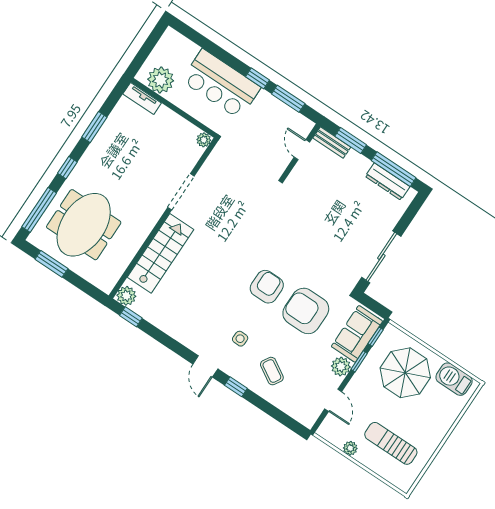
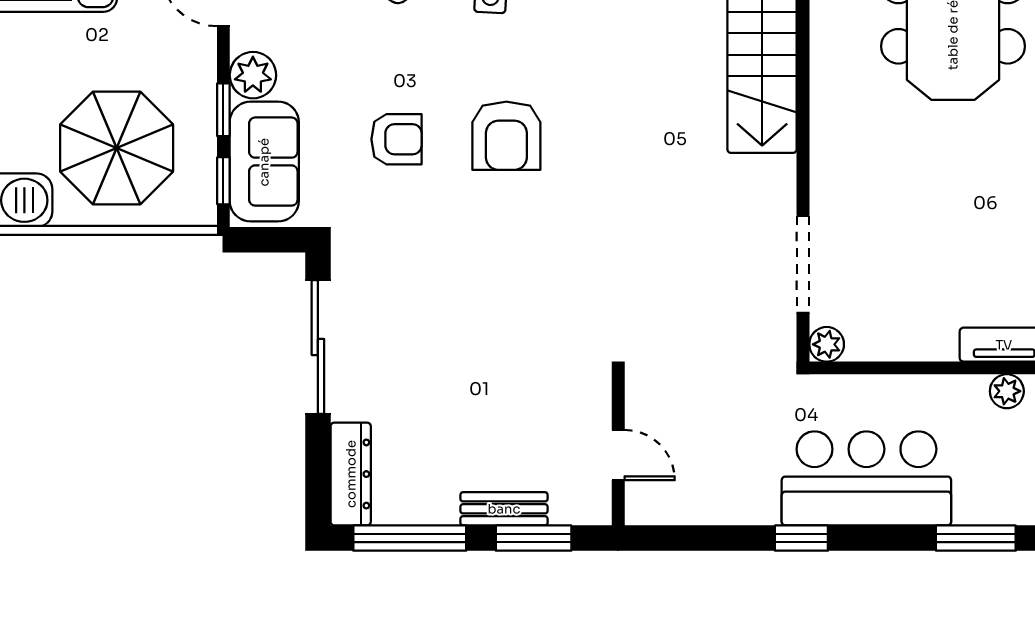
plant: (161, 80) -> (1007, 391), width x0.53, depth x0.53
window: (288, 99) -> (976, 538), moved
bench: (332, 143) -> (504, 509), moved
dresser: (388, 182) -> (351, 474), moved, turned 90
doorway: (181, 192) -> (803, 264), moved
armchair: (306, 311) -> (396, 139), width x0.53, depth x0.53

